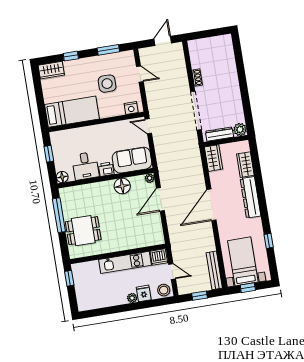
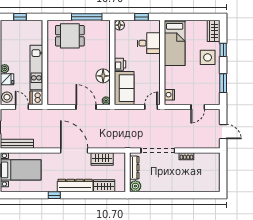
side table: (107, 84) -> (208, 57), moved
wardrobe: (214, 158) -> (102, 159), moved
desk: (85, 166) -> (149, 43), moved, turned 180
dining table: (83, 231) -> (70, 36), turned 90
window: (269, 241) -> (54, 195), moved
door: (172, 272) -> (22, 107), swing flipped
window: (69, 278) -> (20, 17), moved

